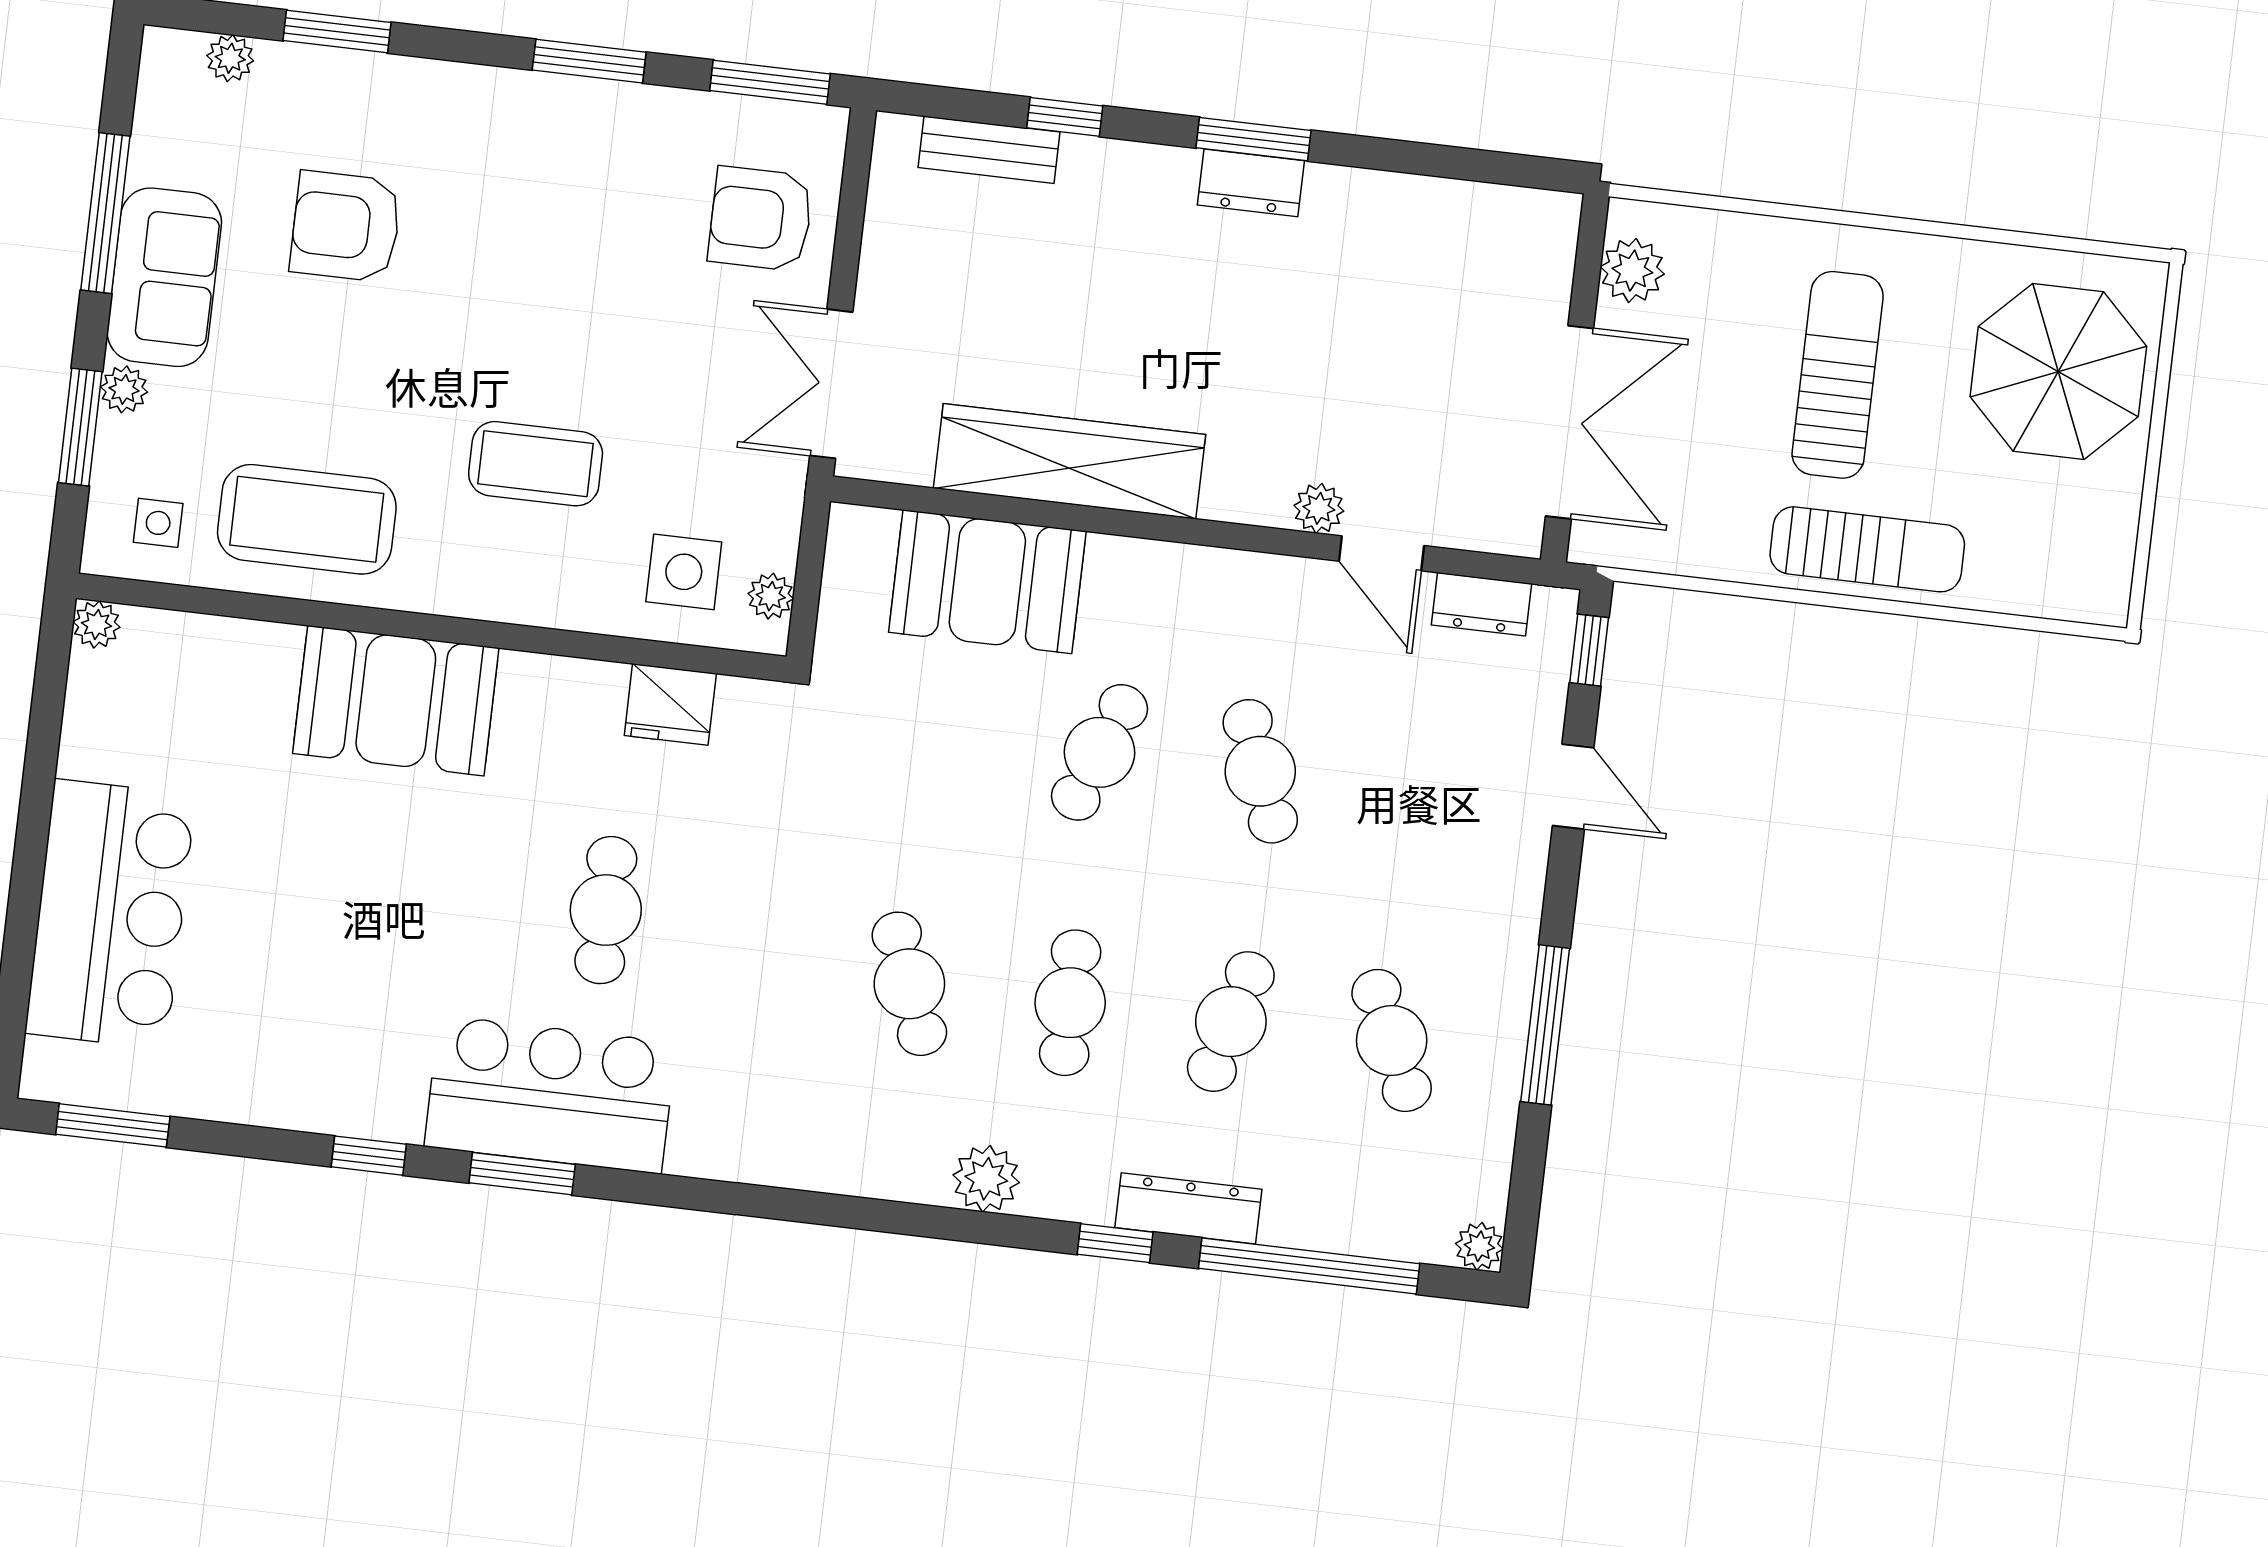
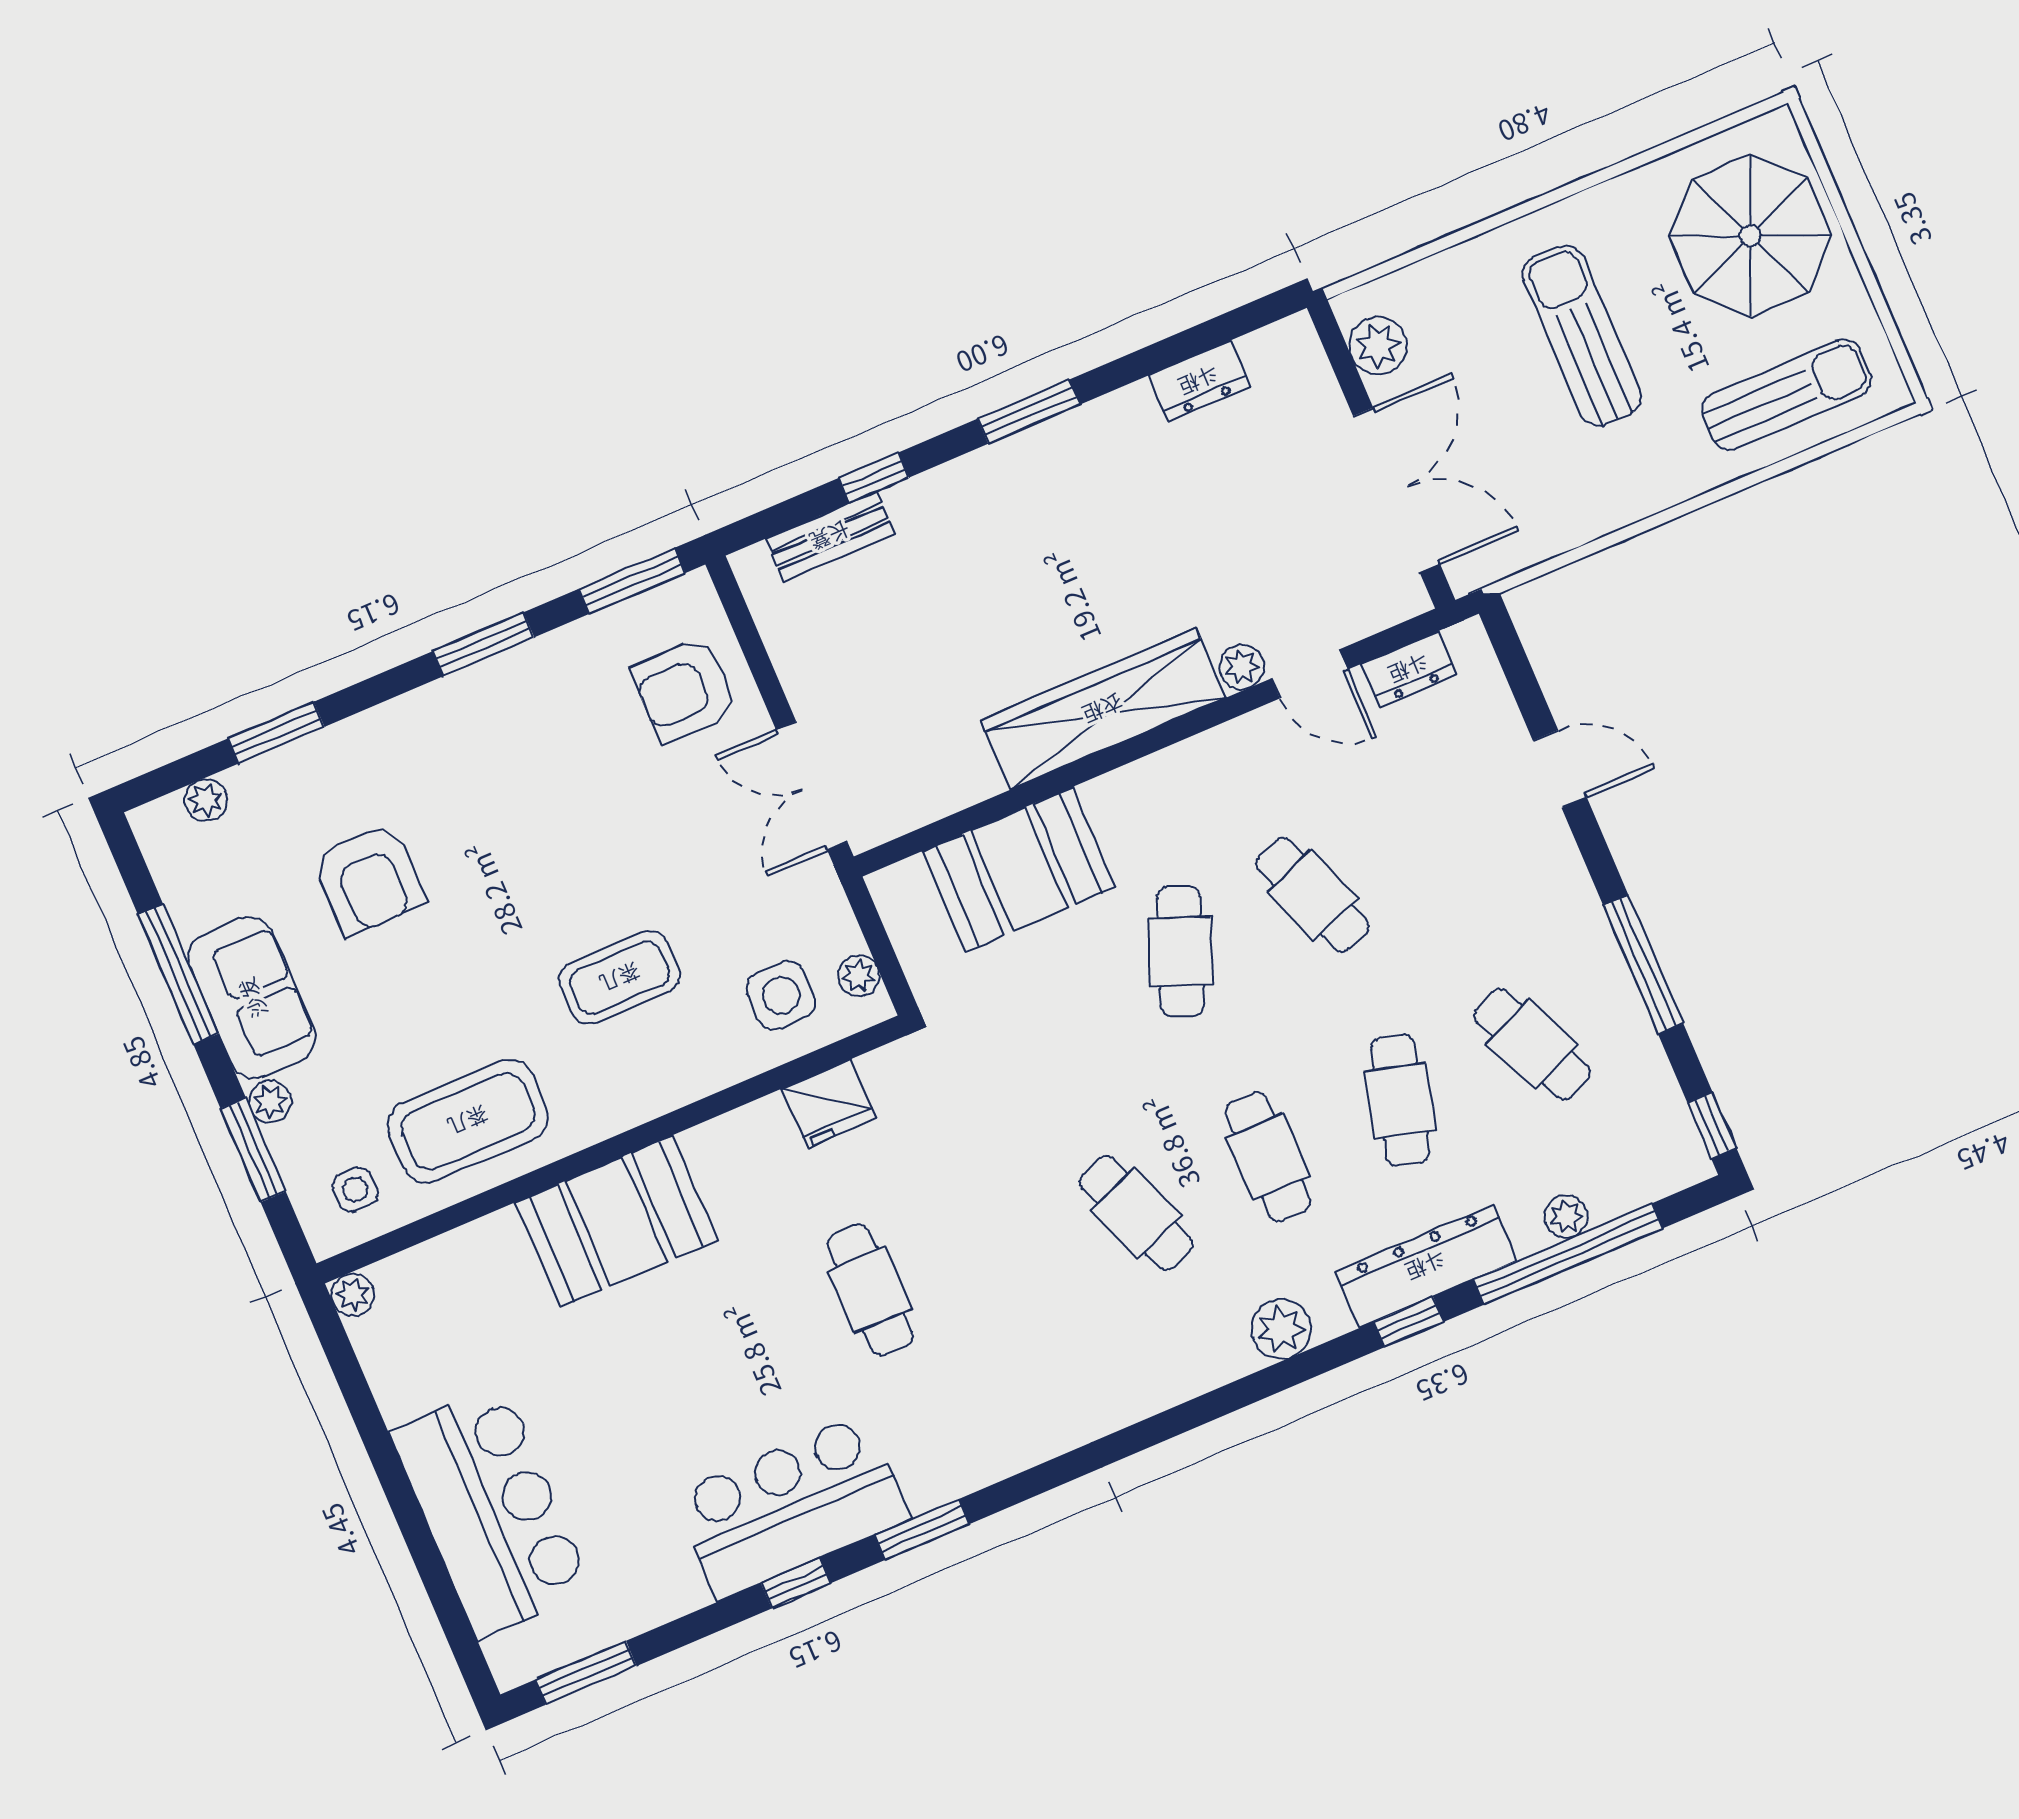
dresser: (1251, 183) -> (1199, 381), moved
armchair: (346, 226) -> (369, 879), turned -90
wardrobe: (1069, 461) -> (1103, 709), moved
sun lounger: (1867, 549) -> (1787, 395), moved
window: (1589, 650) -> (1712, 1125), moved
bar counter: (550, 1095) -> (792, 1506), moved
dresser: (1188, 1208) -> (1426, 1266), width x1.37, depth x1.24
plant: (1479, 1246) -> (1566, 1217), moved

